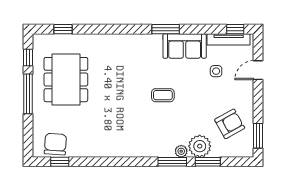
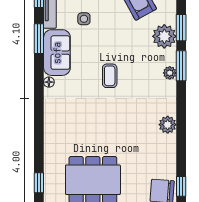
window: (166, 29) -> (39, 39), moved
floor lamp: (157, 38) -> (49, 82), added
plant: (117, 149) -> (168, 125), added
plant: (181, 151) -> (170, 73), moved

